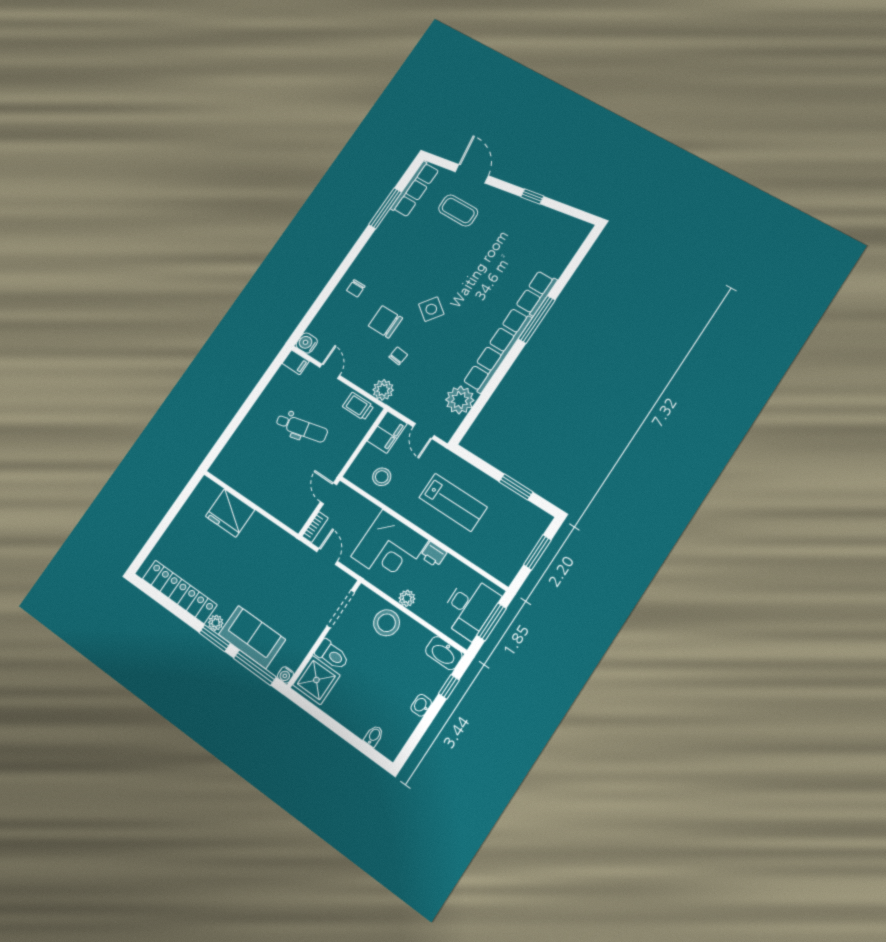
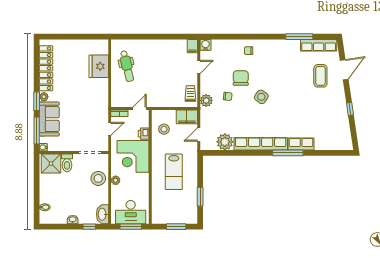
dental chair: (302, 428) -> (127, 66), moved
printer: (433, 554) -> (144, 134), moved

